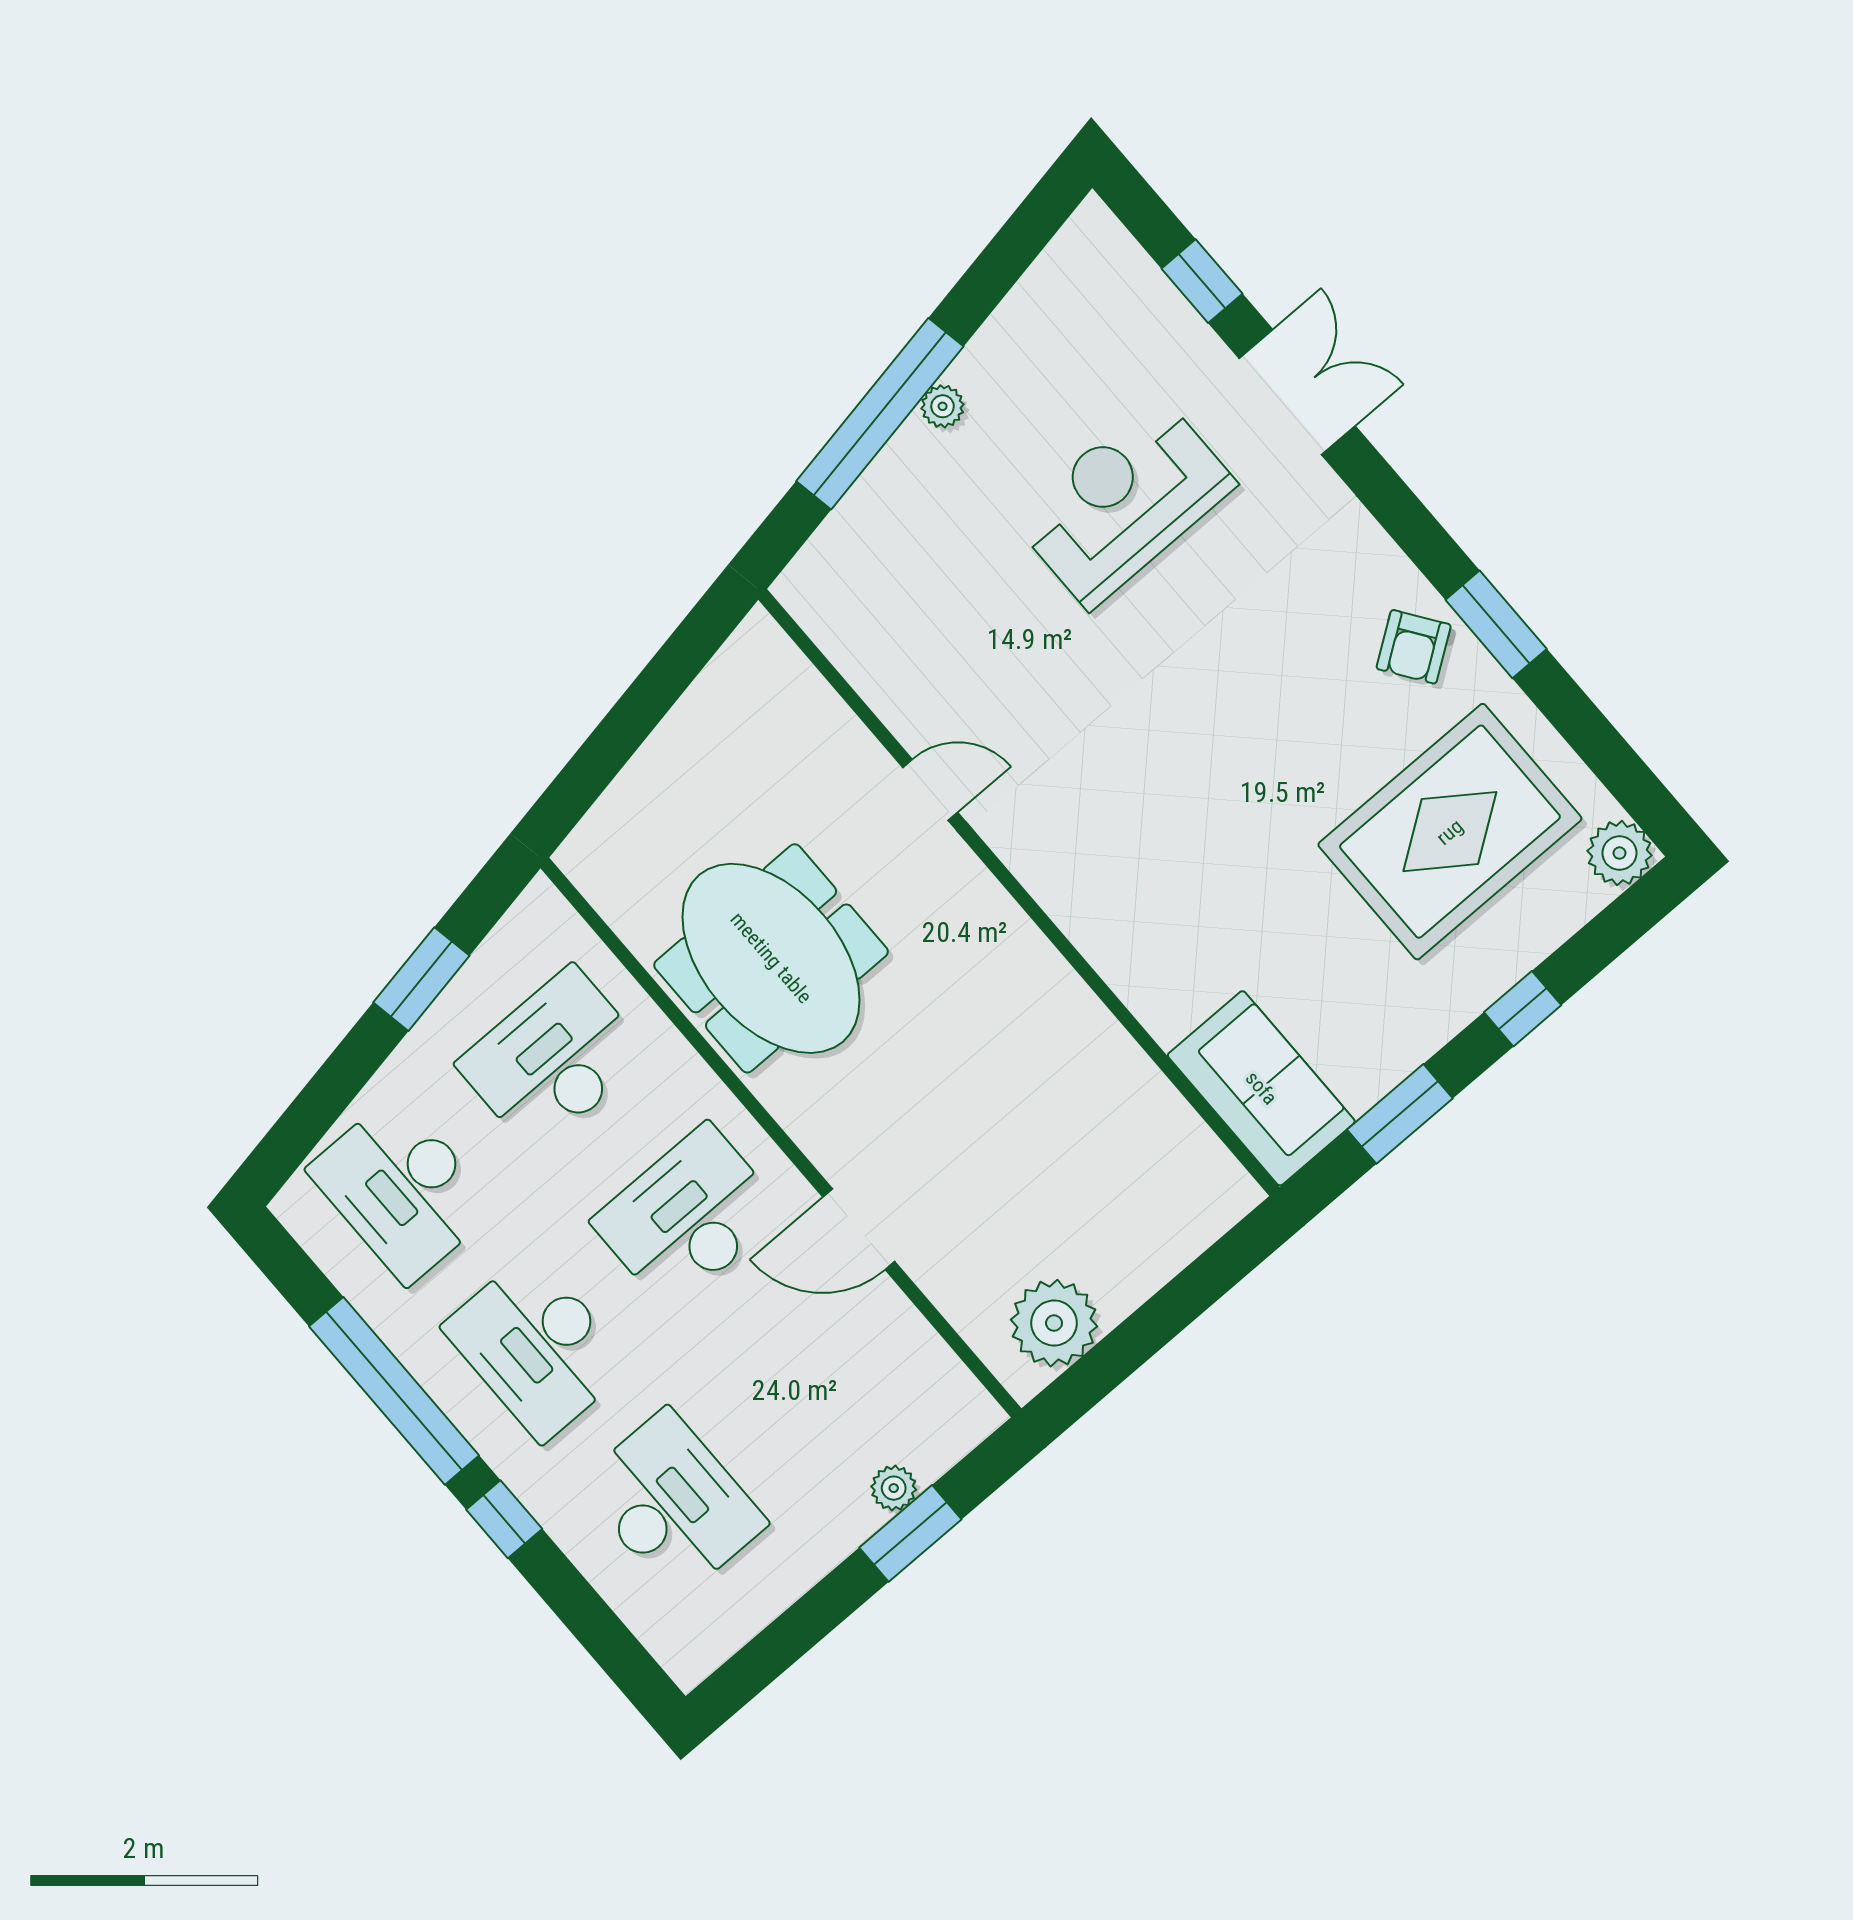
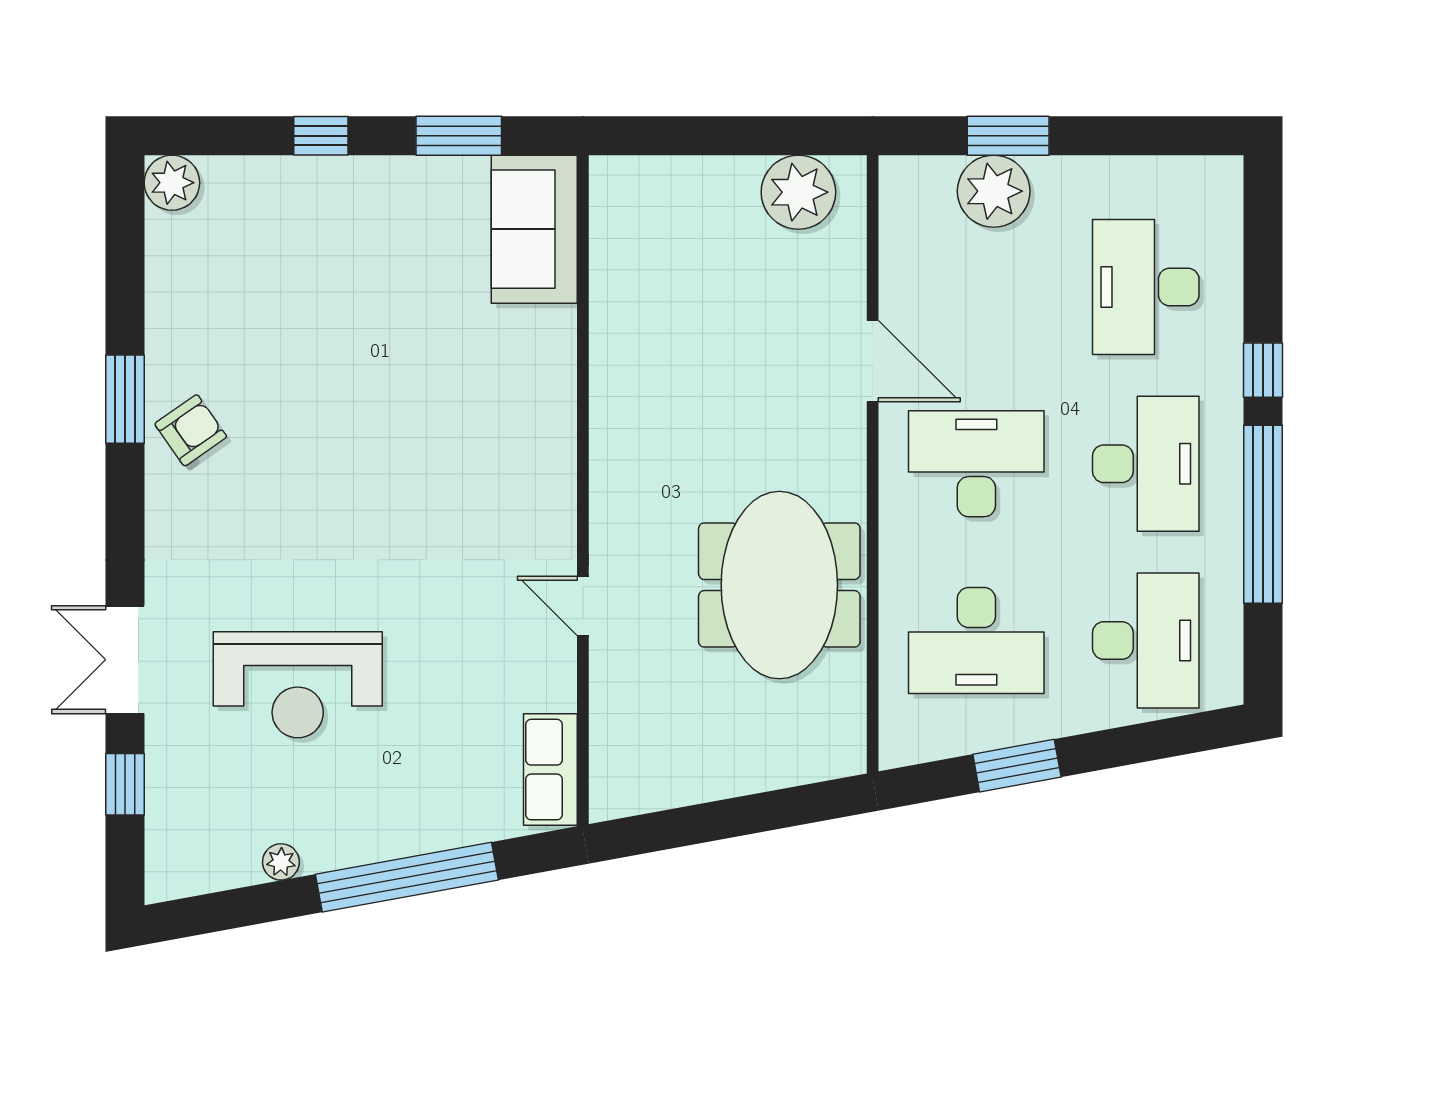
plant: (943, 406) -> (281, 862), moved
row of seats: (834, 619) -> (550, 770), added
rug: (1450, 832) -> (270, 291), removed
desk: (688, 1217) -> (976, 464), turned 180
plant: (894, 1488) -> (994, 191), width x1.88, depth x1.88

